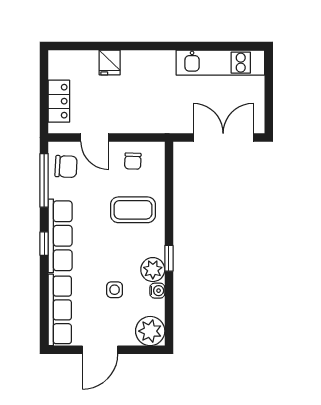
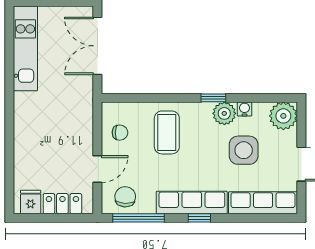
fridge: (110, 63) -> (31, 202), moved, turned -90
side table: (115, 290) -> (244, 150), width x1.87, depth x1.87

